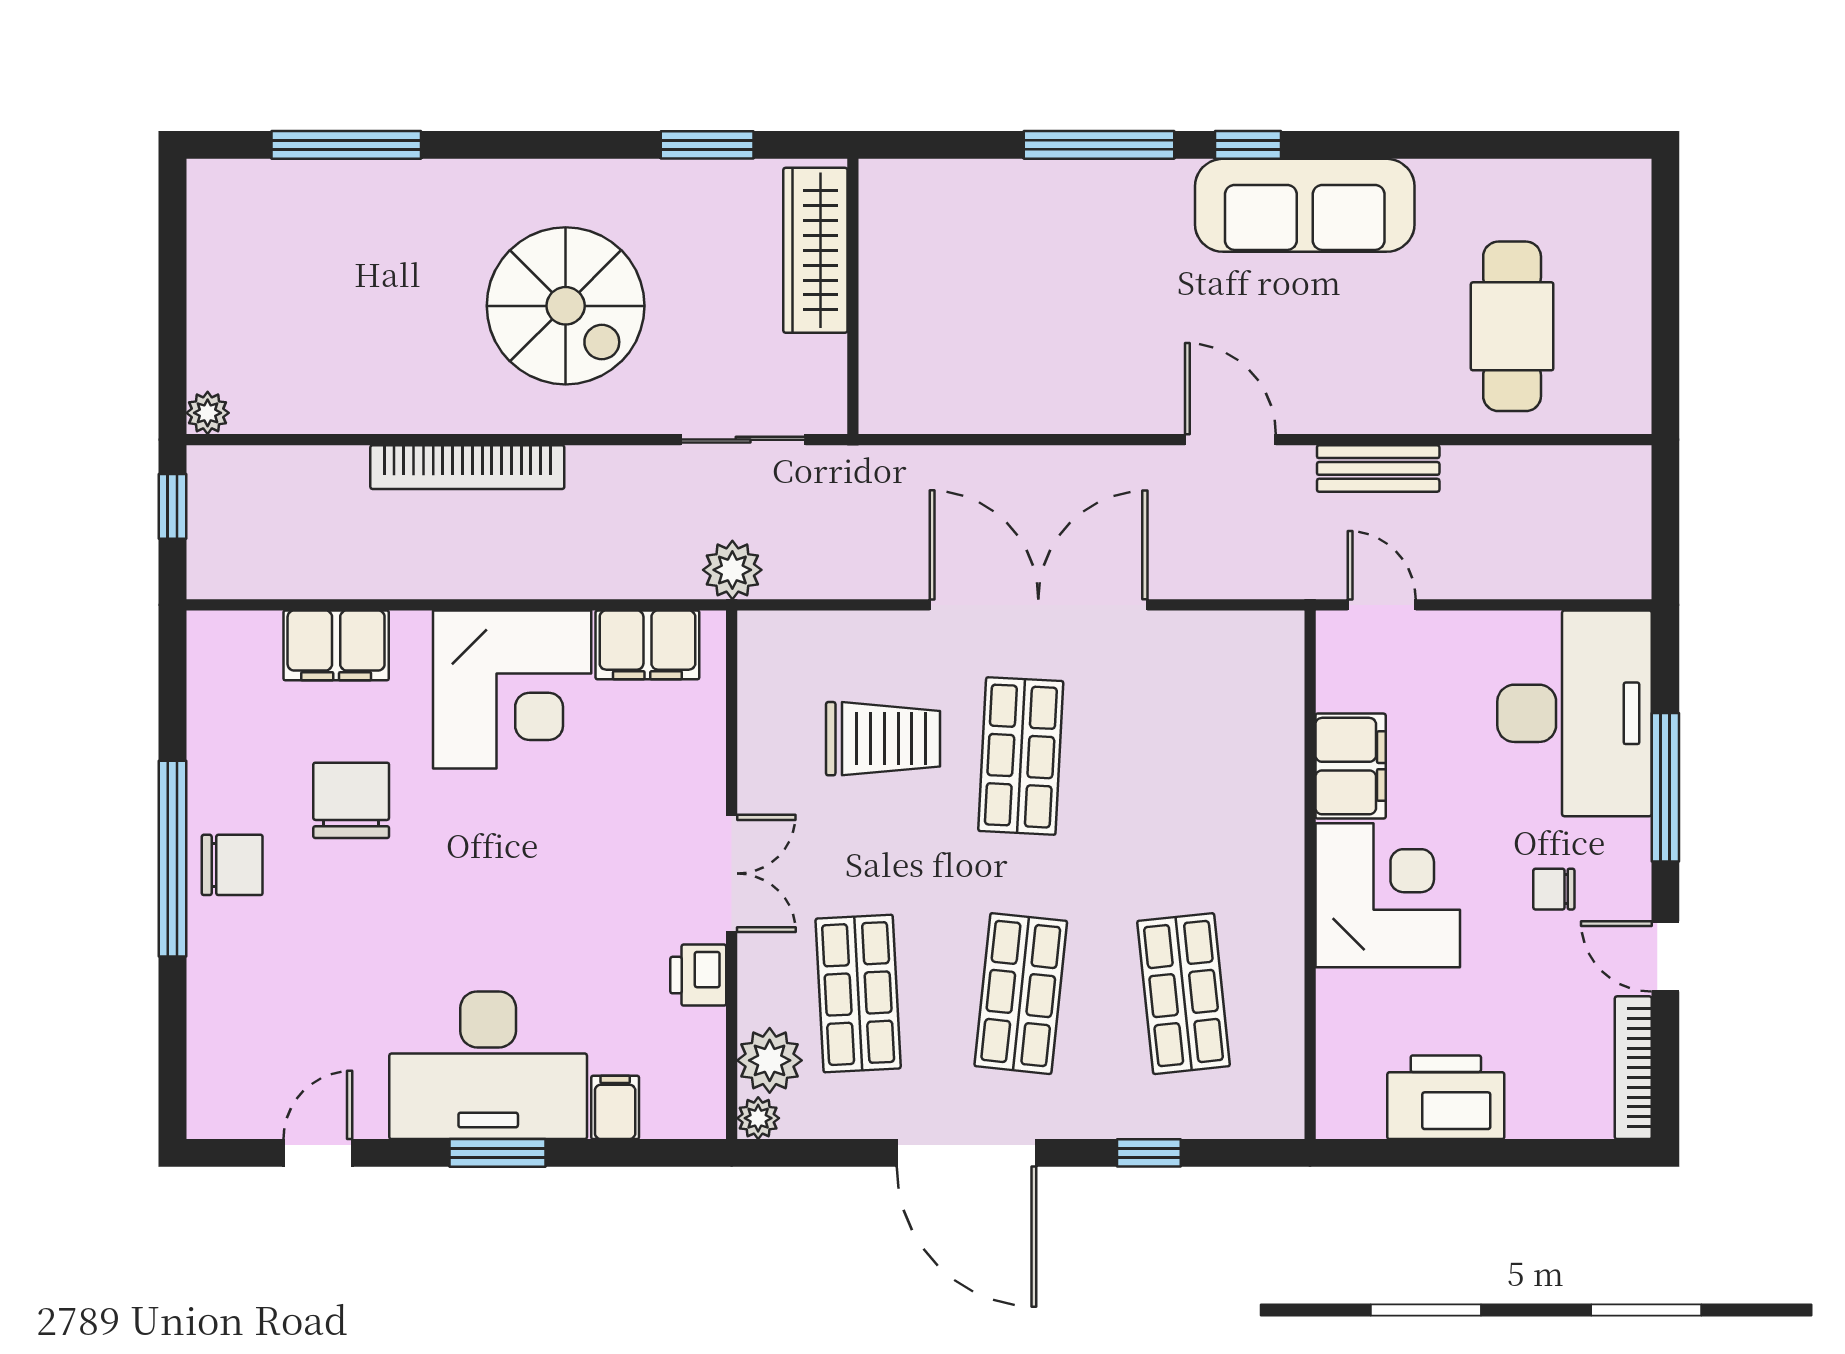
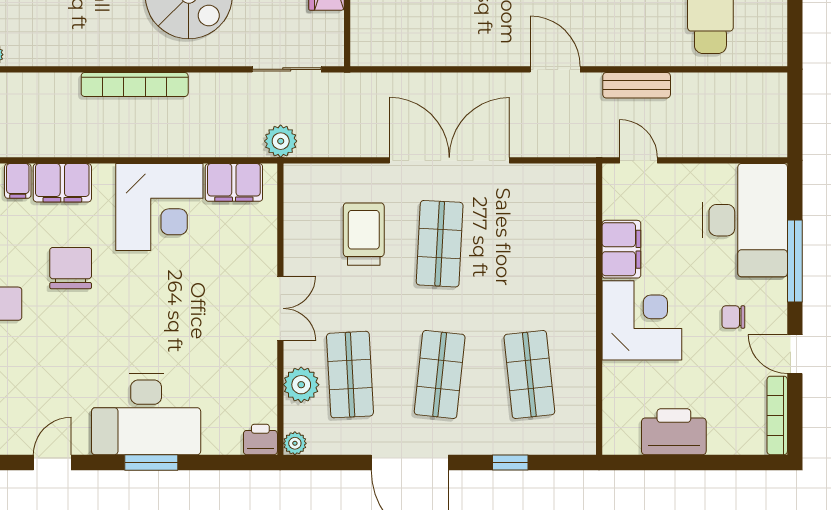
trolley: (883, 739) -> (364, 234), turned -90
printer: (698, 975) -> (260, 440), moved, turned 90
plant: (770, 1060) -> (301, 385), moved
filing cabinet: (615, 1107) -> (18, 181), moved, turned 180

